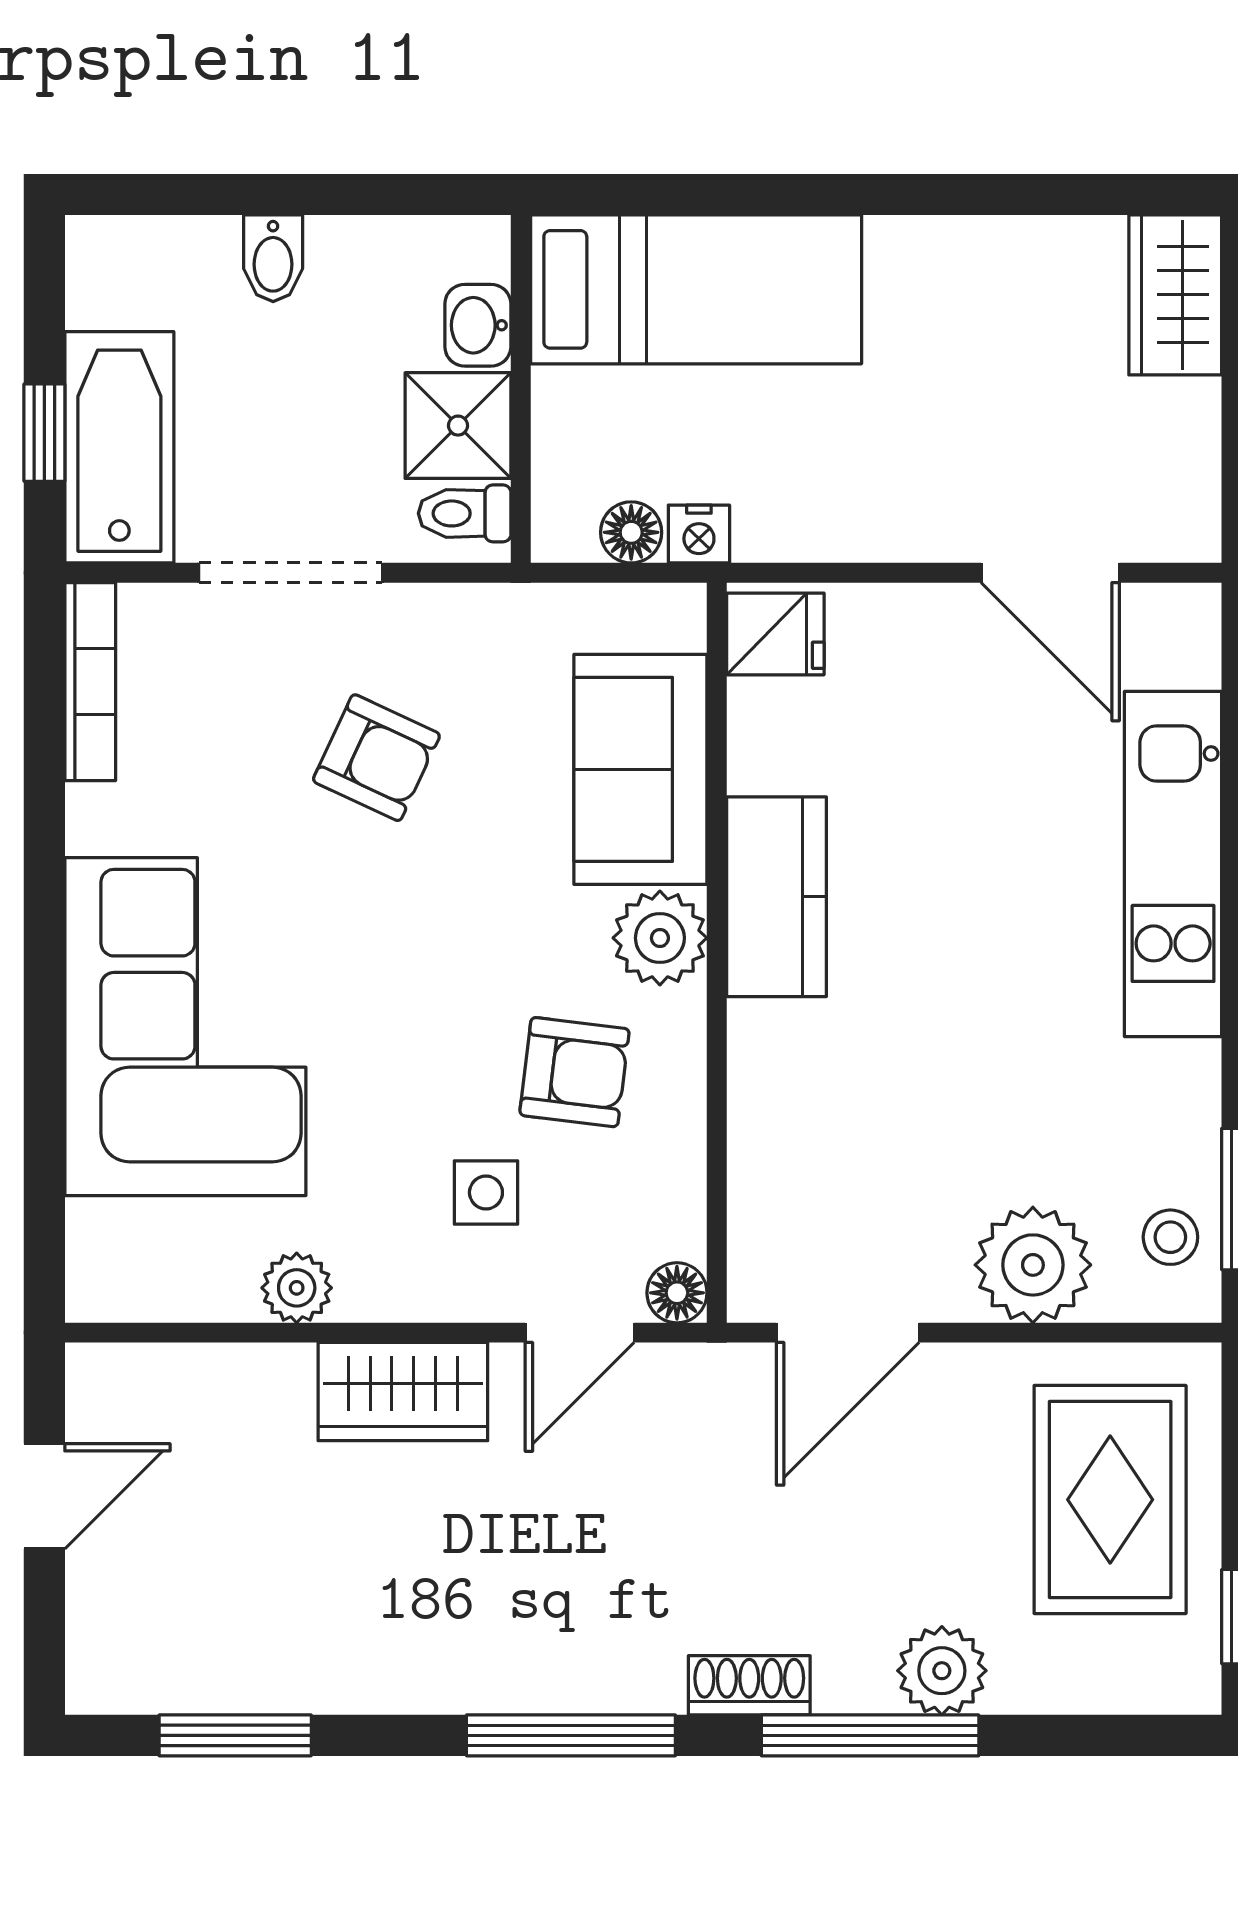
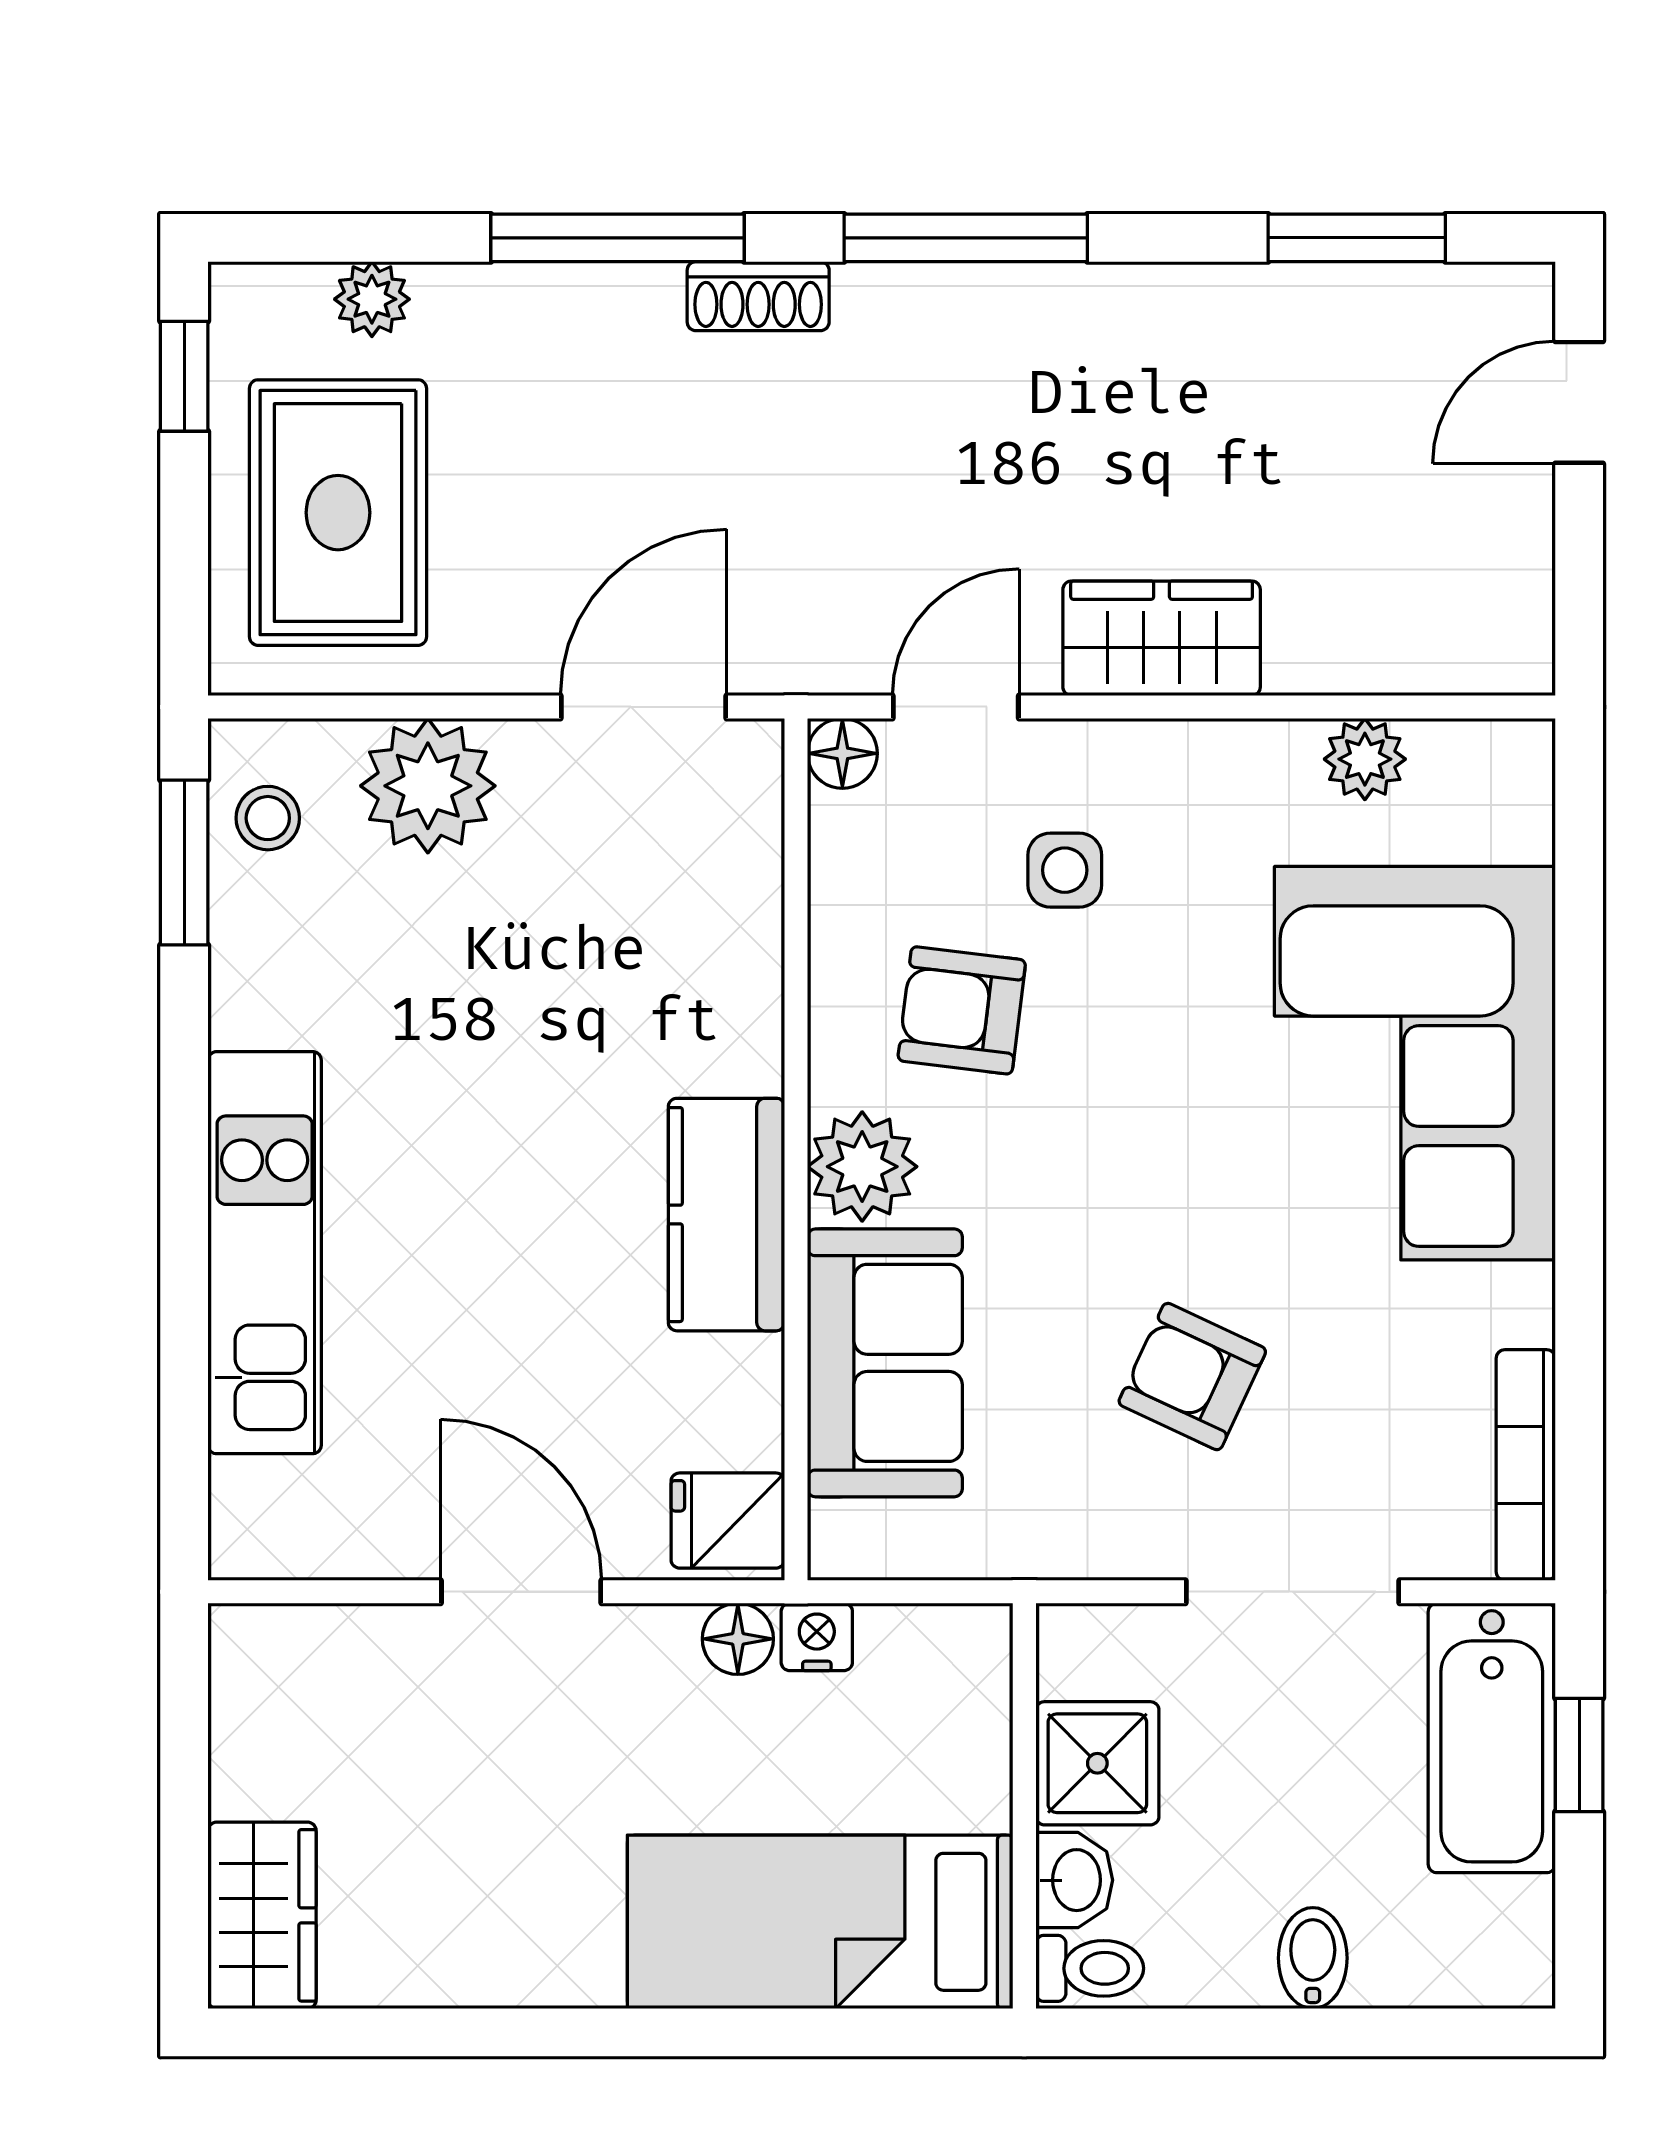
toilet: (465, 513) -> (1090, 1968), moved
floor lamp: (631, 532) -> (738, 1639), moved
door: (1050, 573) -> (521, 1592), moved
plant: (297, 1288) -> (1365, 759), moved
door: (44, 1496) -> (1579, 402), moved
plant: (942, 1671) -> (372, 299), moved, width x0.73, depth x0.73

